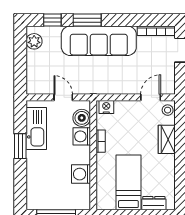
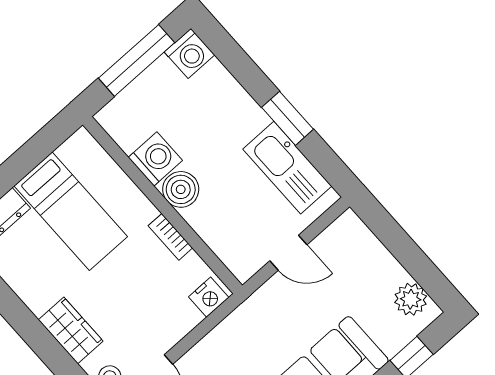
boiler: (82, 118) -> (181, 189), moved
washing machine: (82, 136) -> (189, 53), moved, turned 90

